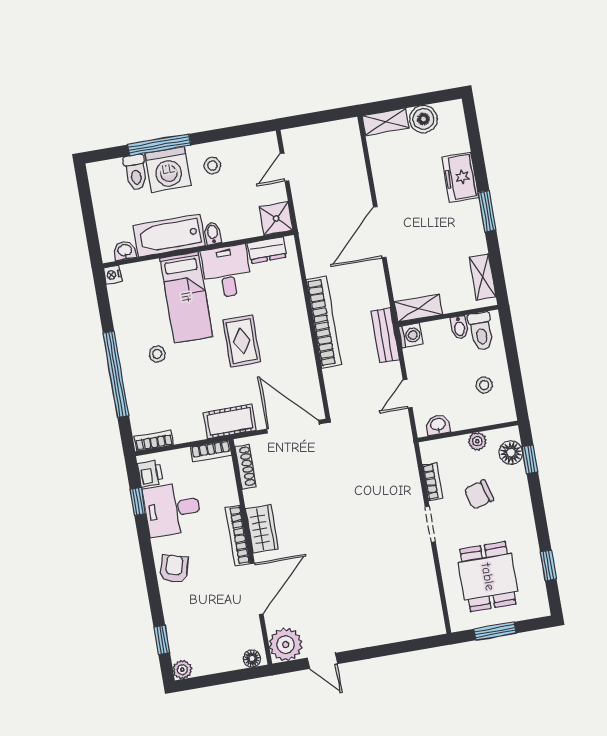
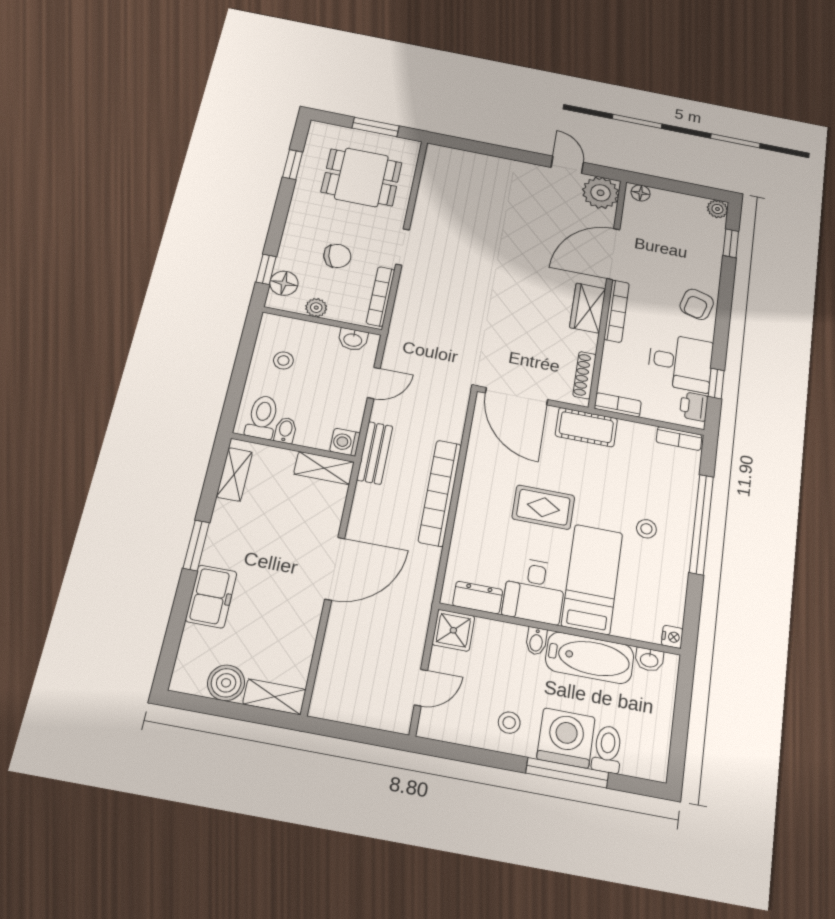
rug: (242, 341) -> (543, 507), turned 90
bookcase: (433, 482) -> (381, 296), width x1.56
dining table: (488, 577) -> (362, 177), turned 90

